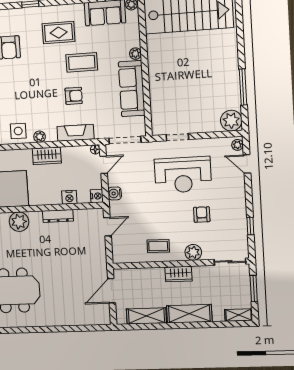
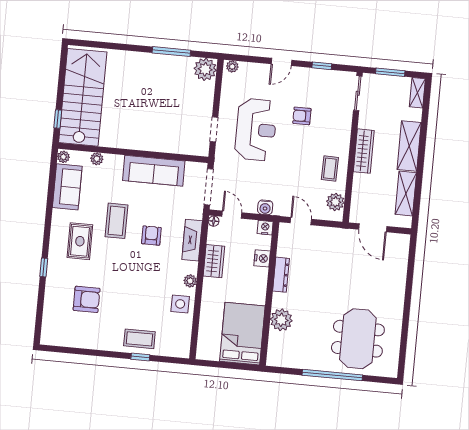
plant: (135, 54) -> (97, 159), moved
wardrobe: (47, 156) -> (214, 261), moved
door: (247, 164) -> (281, 62), moved
plant: (193, 252) -> (335, 202), moved
wardrobe: (178, 274) -> (364, 151), width x1.50

